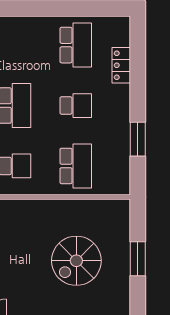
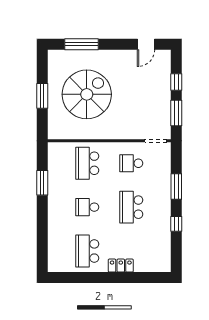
locker: (121, 65) -> (121, 266), moved, turned -90
spiral stairs: (76, 261) -> (87, 94), width x1.37, depth x1.37

